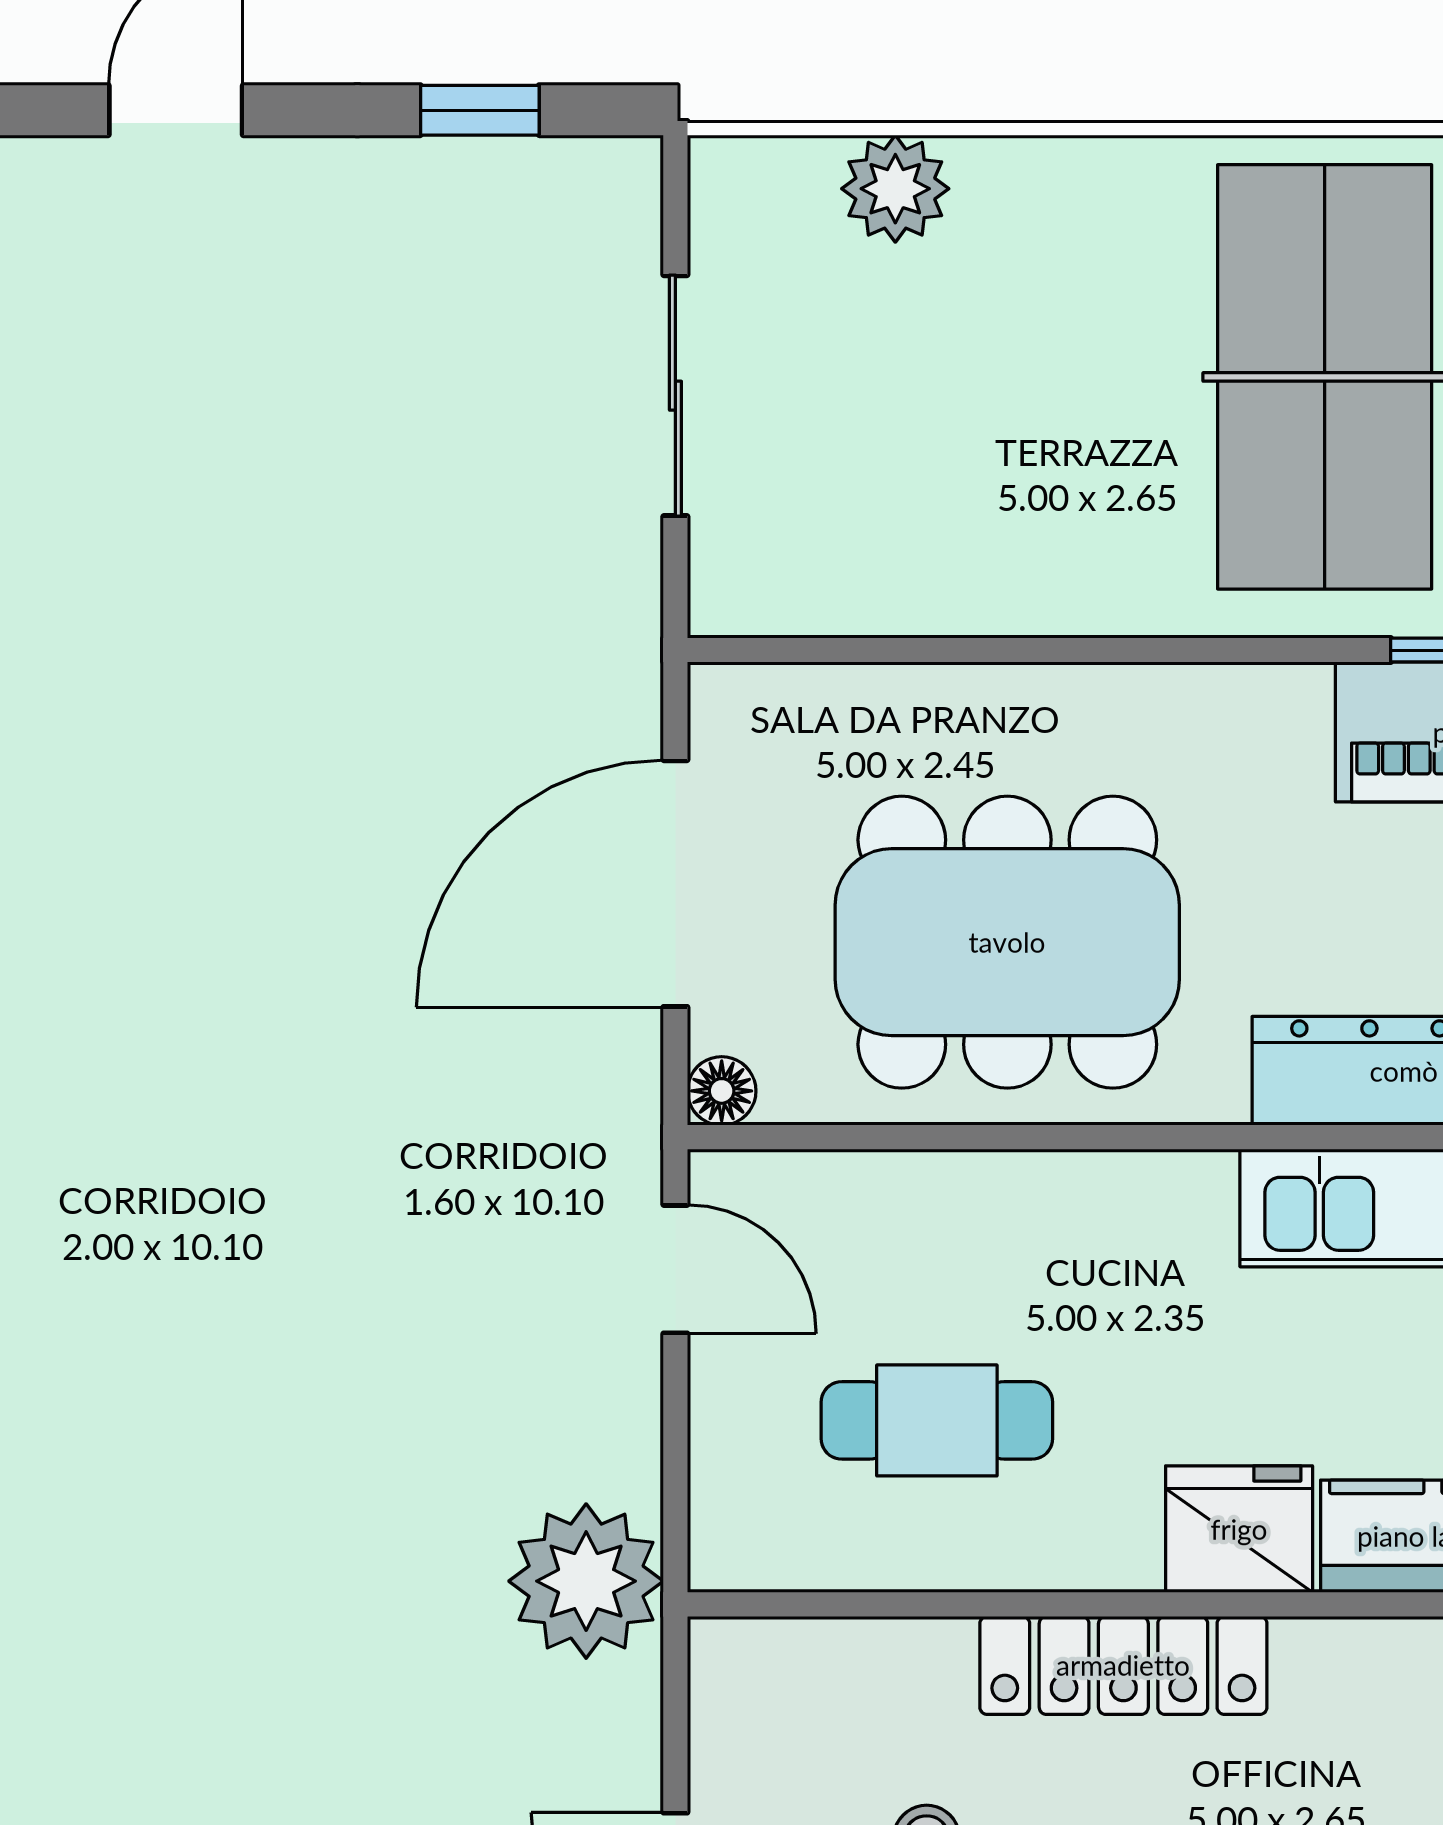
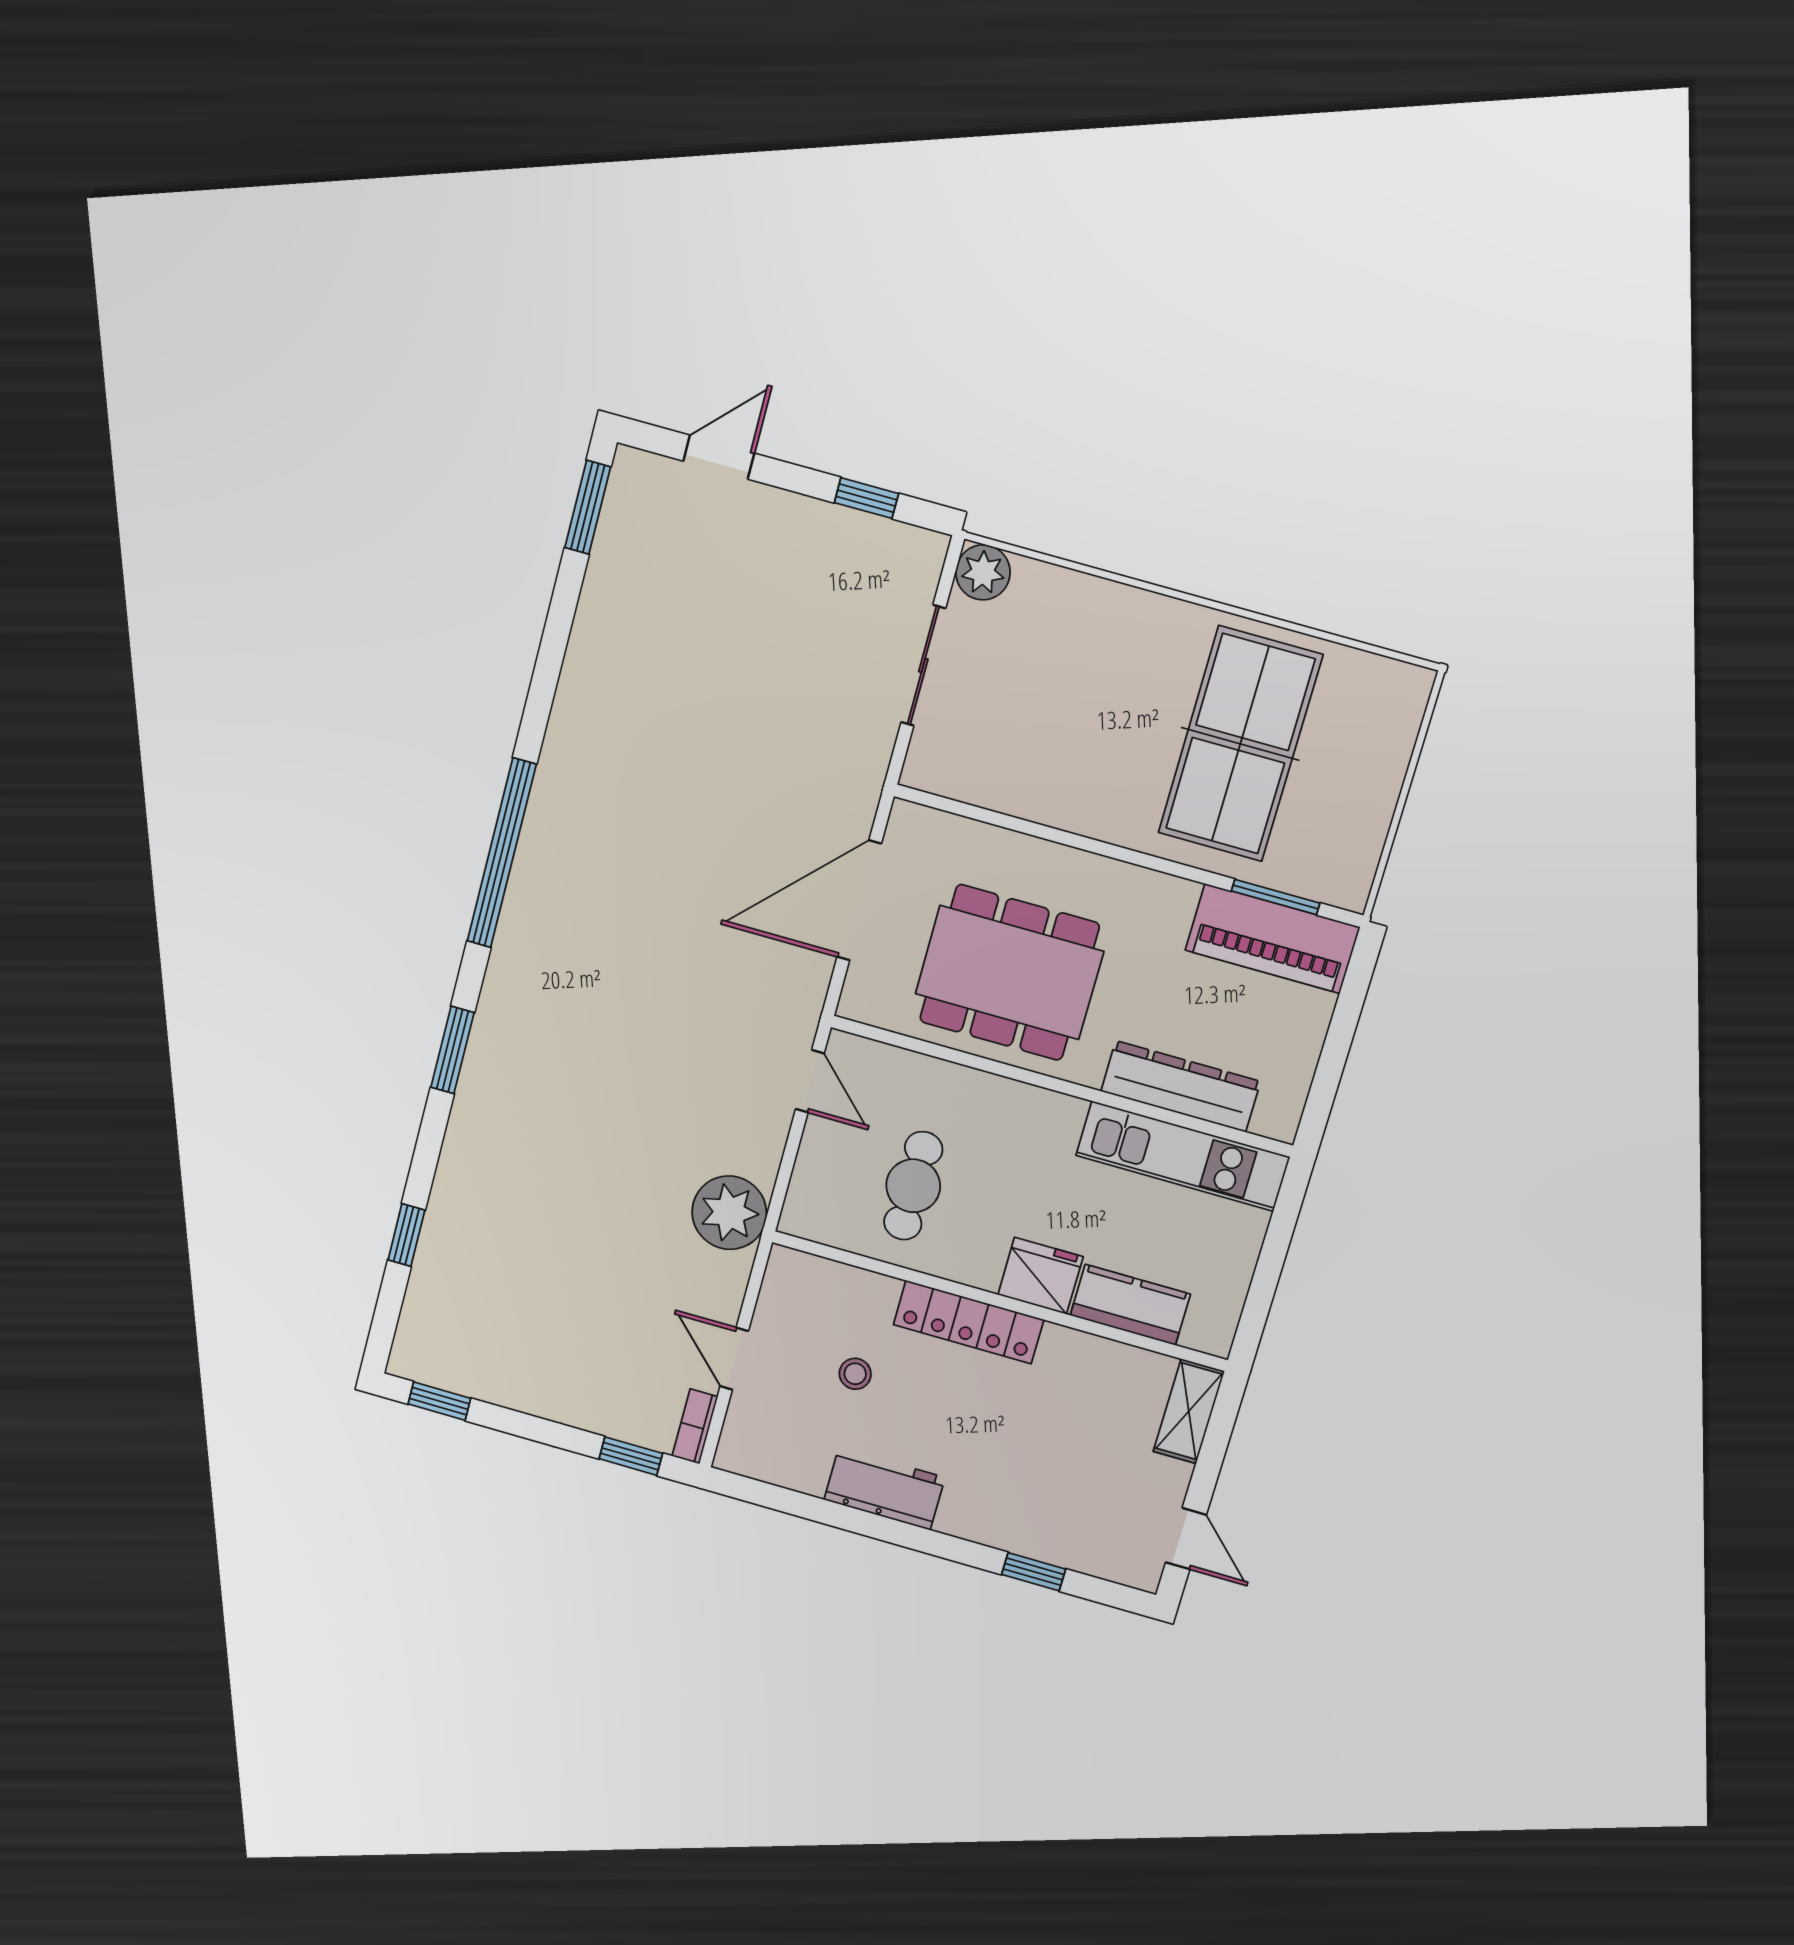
plant: (895, 189) -> (983, 572), moved
floor lamp: (722, 1091) -> (854, 1004), removed
cafe table: (937, 1420) -> (913, 1186), turned 90

